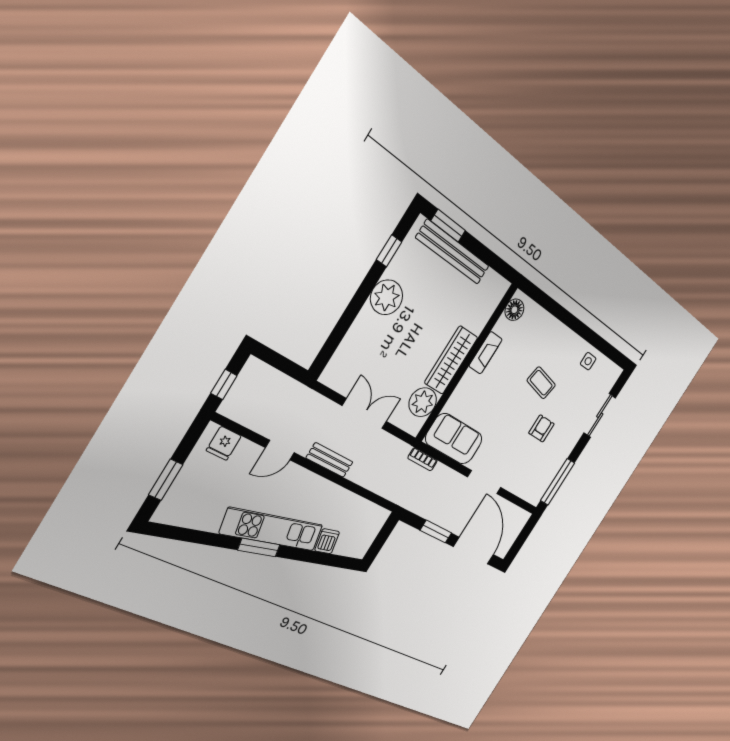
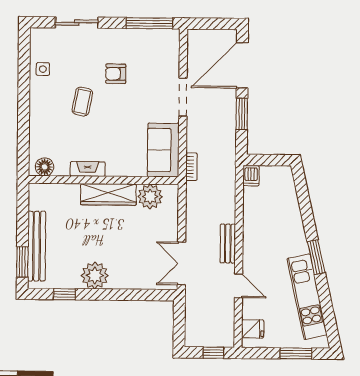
double door: (365, 414) -> (181, 263), moved
kitchen unit: (272, 529) -> (307, 297), moved
dishwasher: (327, 541) -> (251, 176), moved, turned -78

